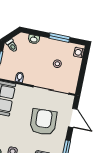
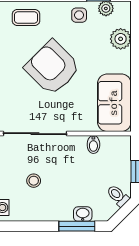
window: (59, 38) -> (77, 226), moved
armchair: (43, 122) -> (52, 68), moved, turned 138

